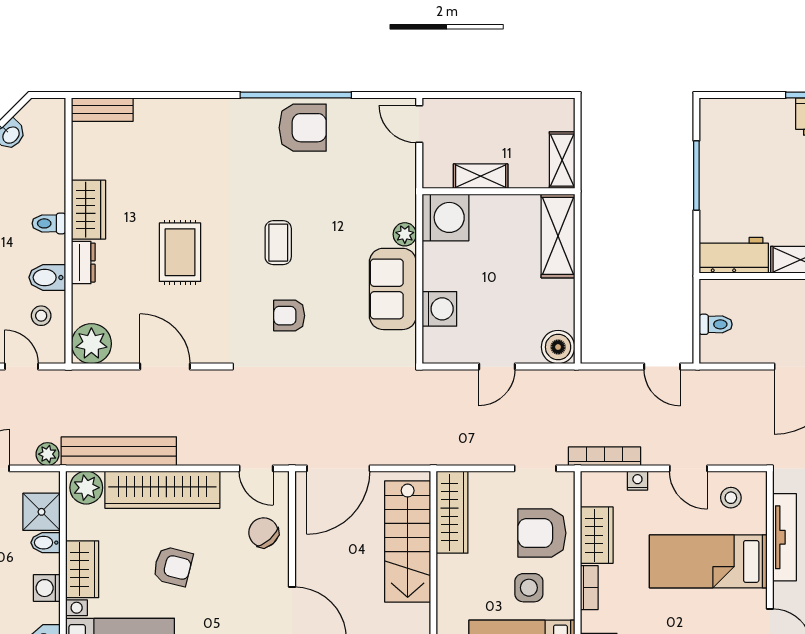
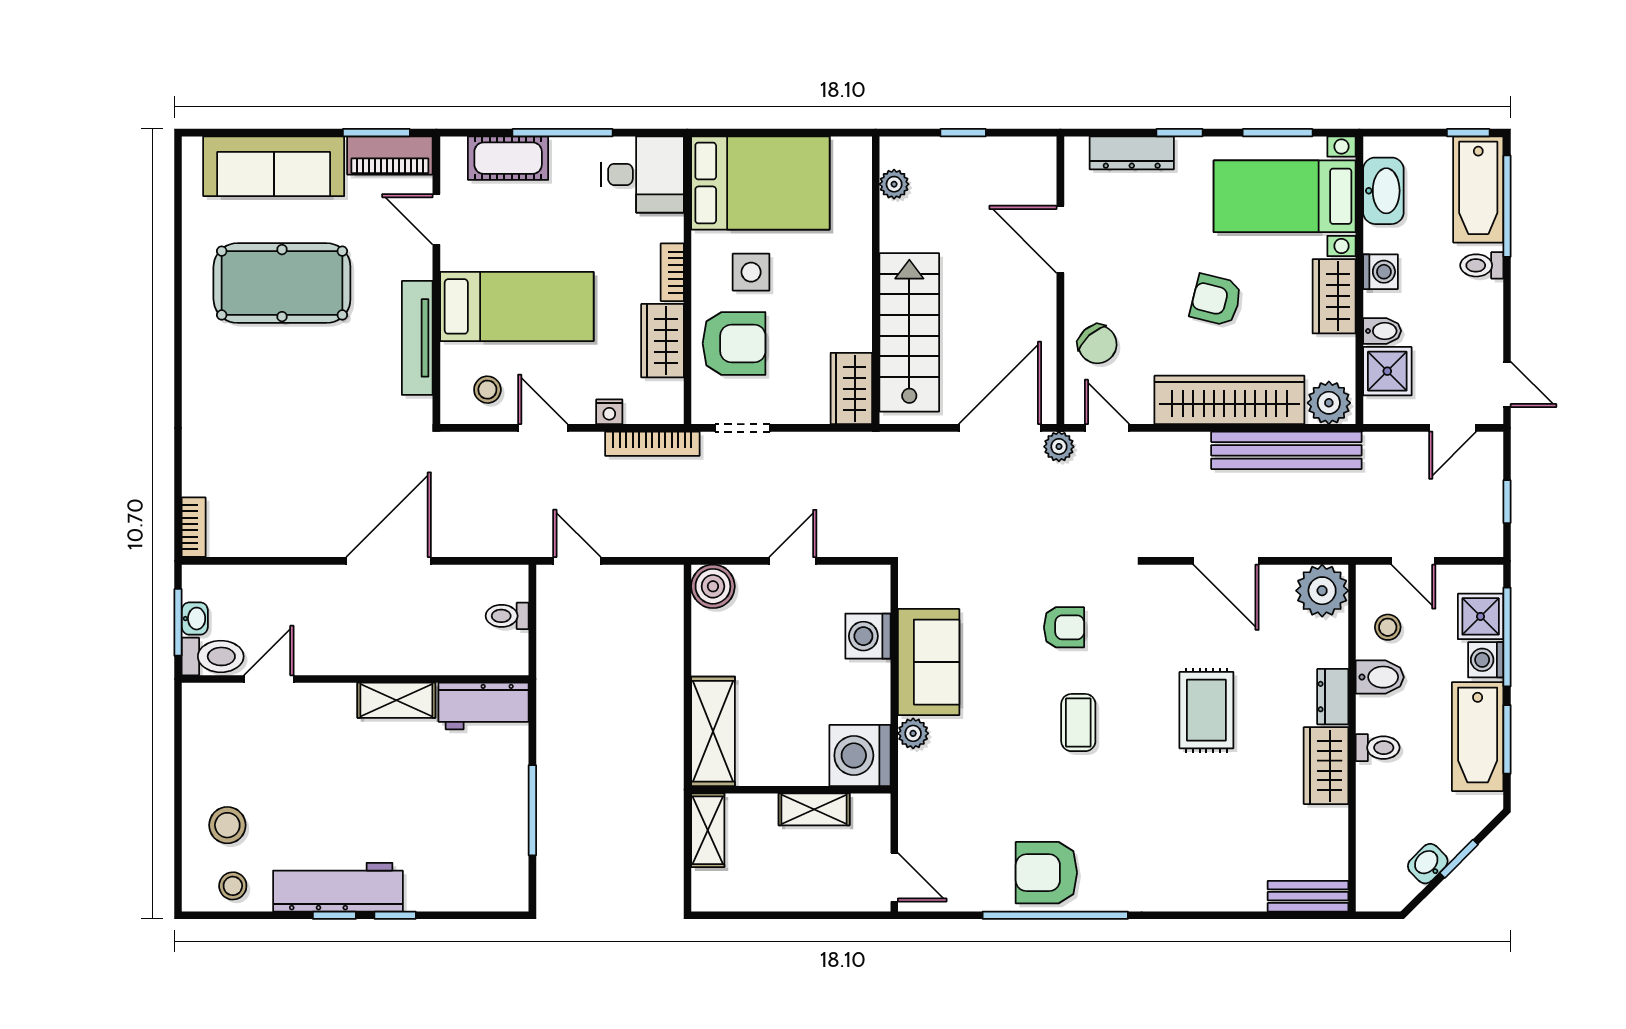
plant: (48, 454) -> (1059, 447), moved
wardrobe: (452, 512) -> (851, 389), width x0.67

